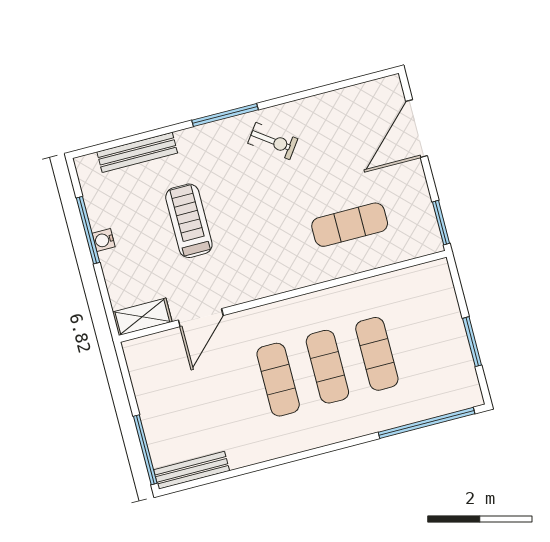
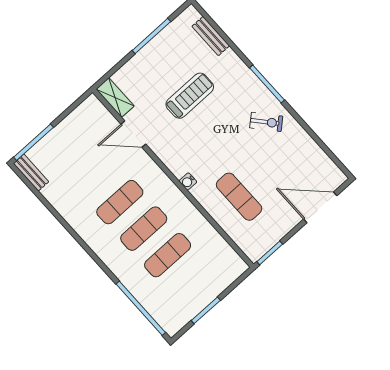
exercise bike: (273, 141) -> (266, 122), turned -77
bench: (137, 152) -> (211, 36), width x0.73
water cooler: (104, 240) -> (188, 182), moved, turned -90
bench: (192, 470) -> (31, 173), width x0.73

